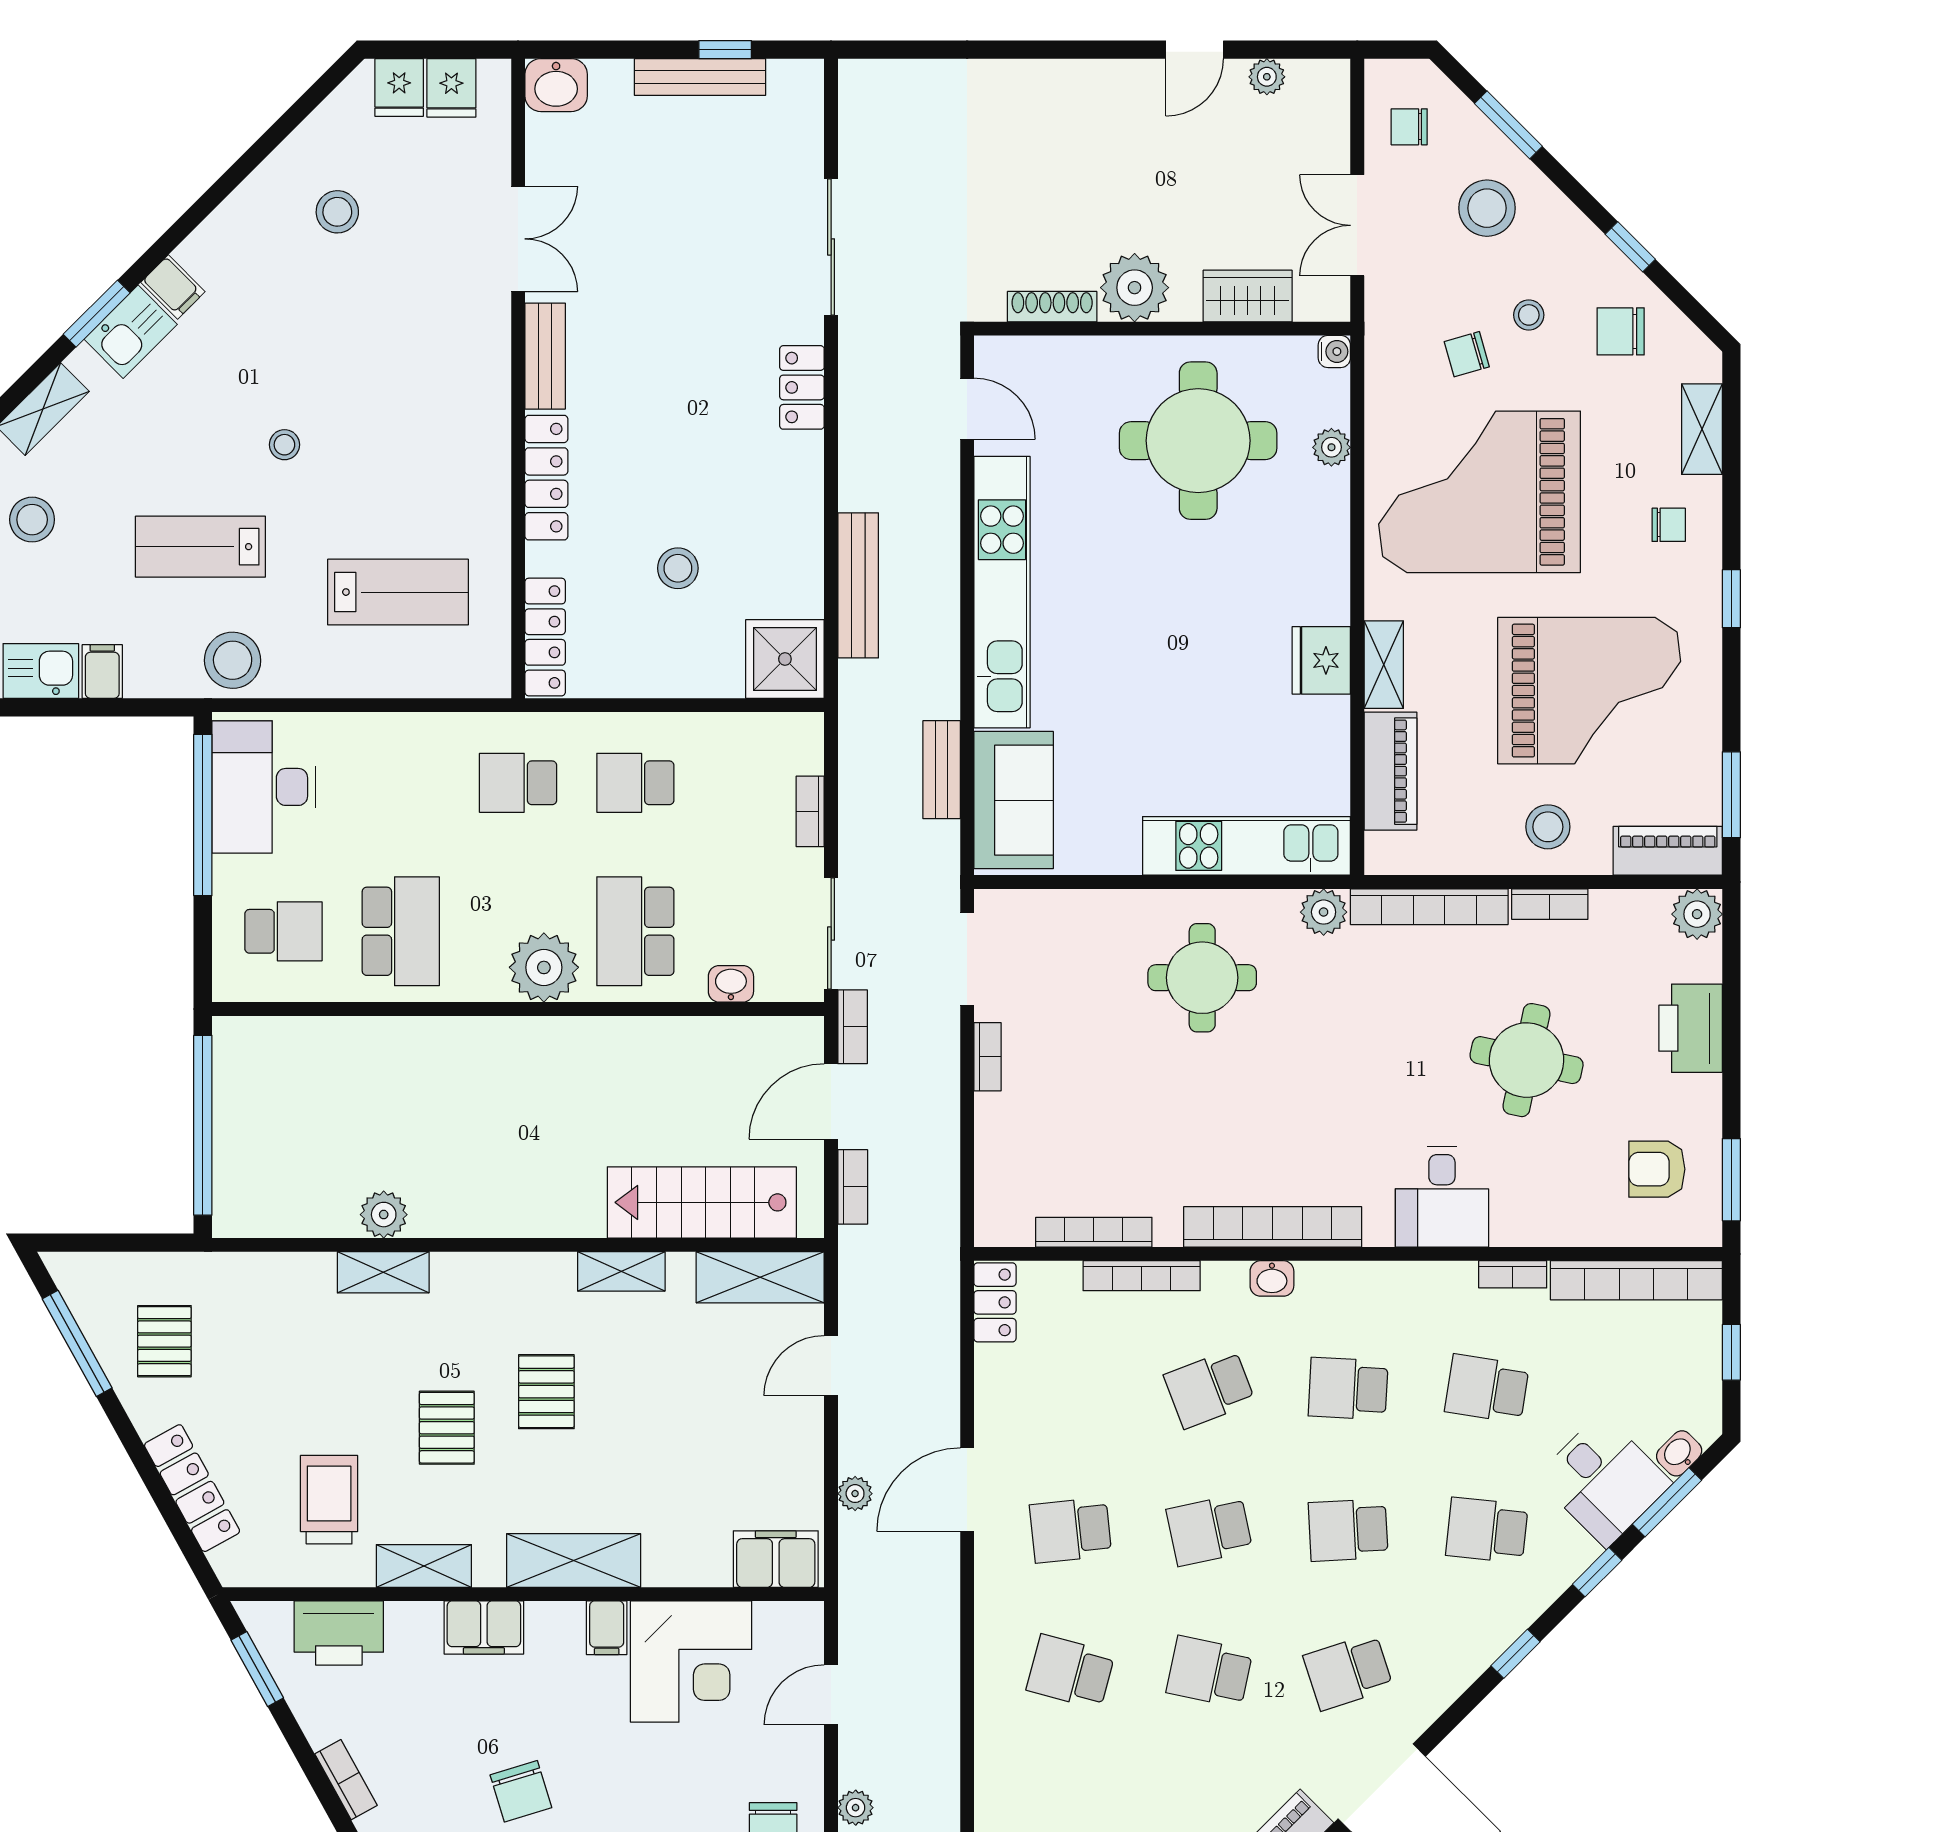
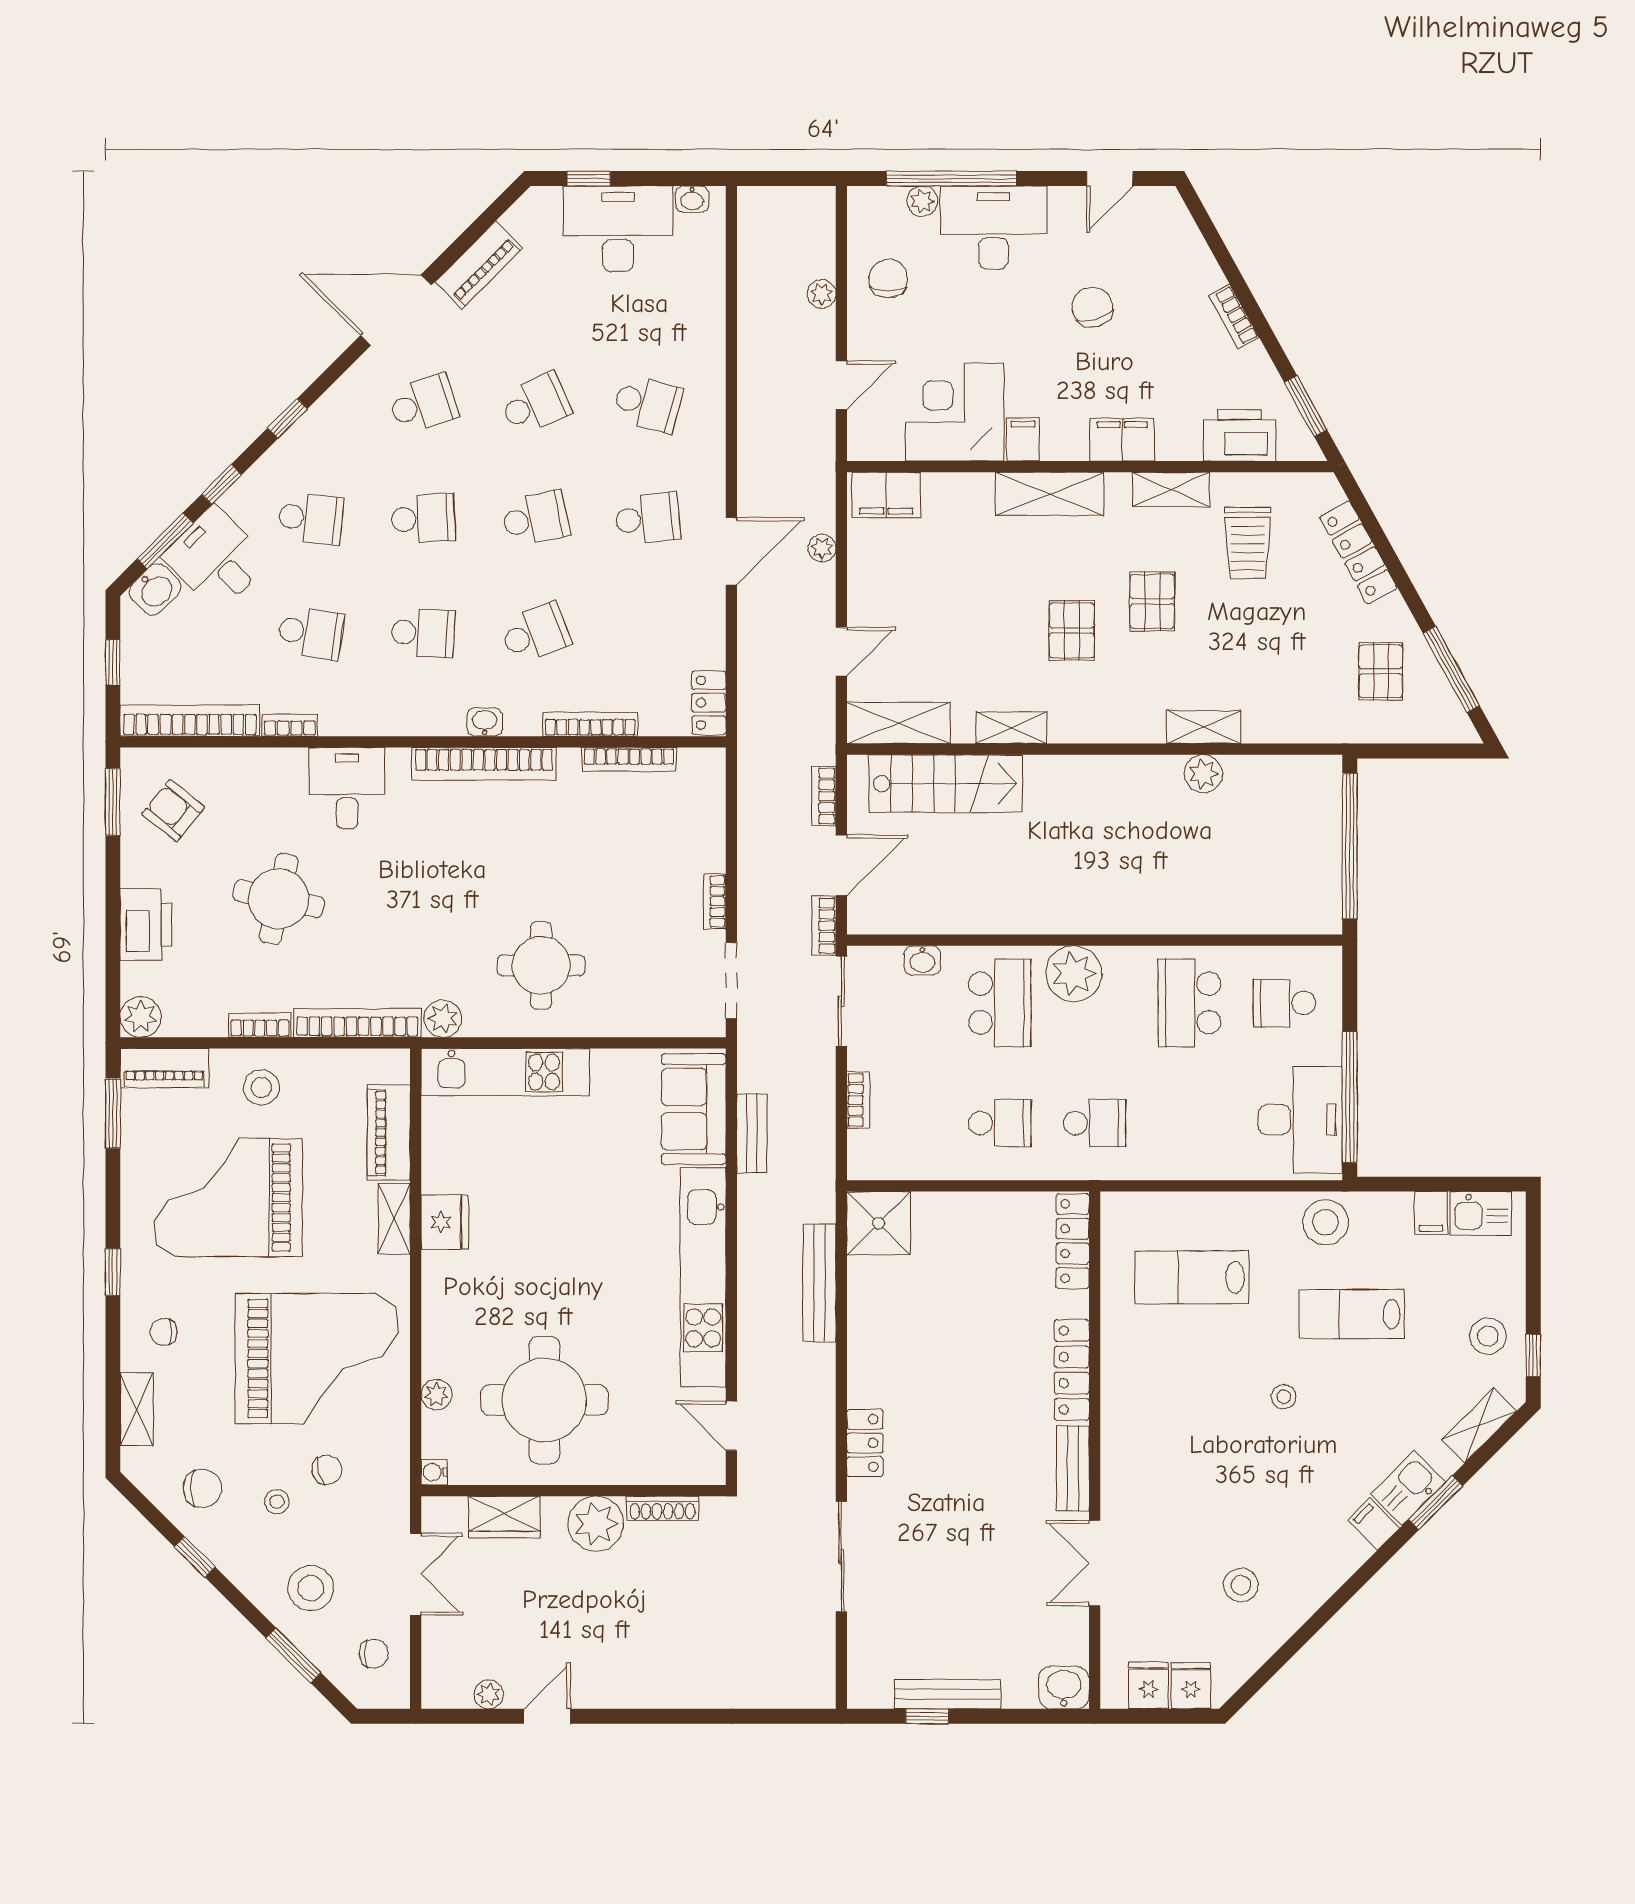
lab bench: (200, 547) -> (1352, 1314), turned 180
stool: (678, 568) -> (965, 1297), removed
armchair: (1657, 1169) -> (173, 810), turned -141
washbasin: (1679, 1453) -> (155, 589), width x1.38, depth x1.45
school desk: (1209, 1672) -> (535, 404), turned -36

